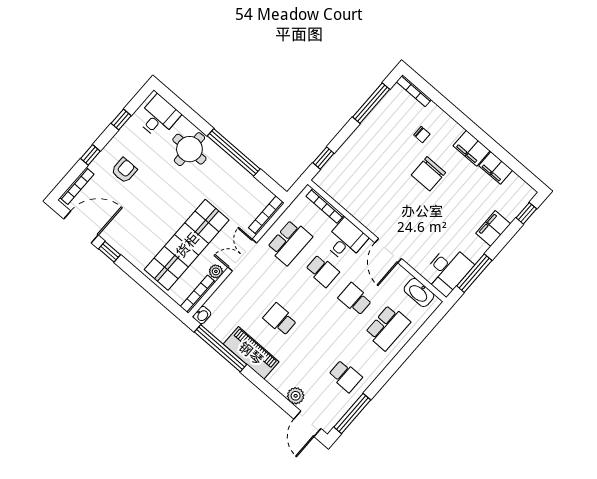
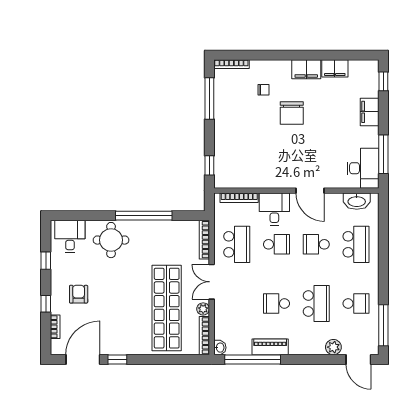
bookcase: (77, 186) -> (55, 327), width x0.64
school desk: (313, 348) -> (316, 304), added
piano: (251, 353) -> (270, 347), width x0.73, depth x0.75

